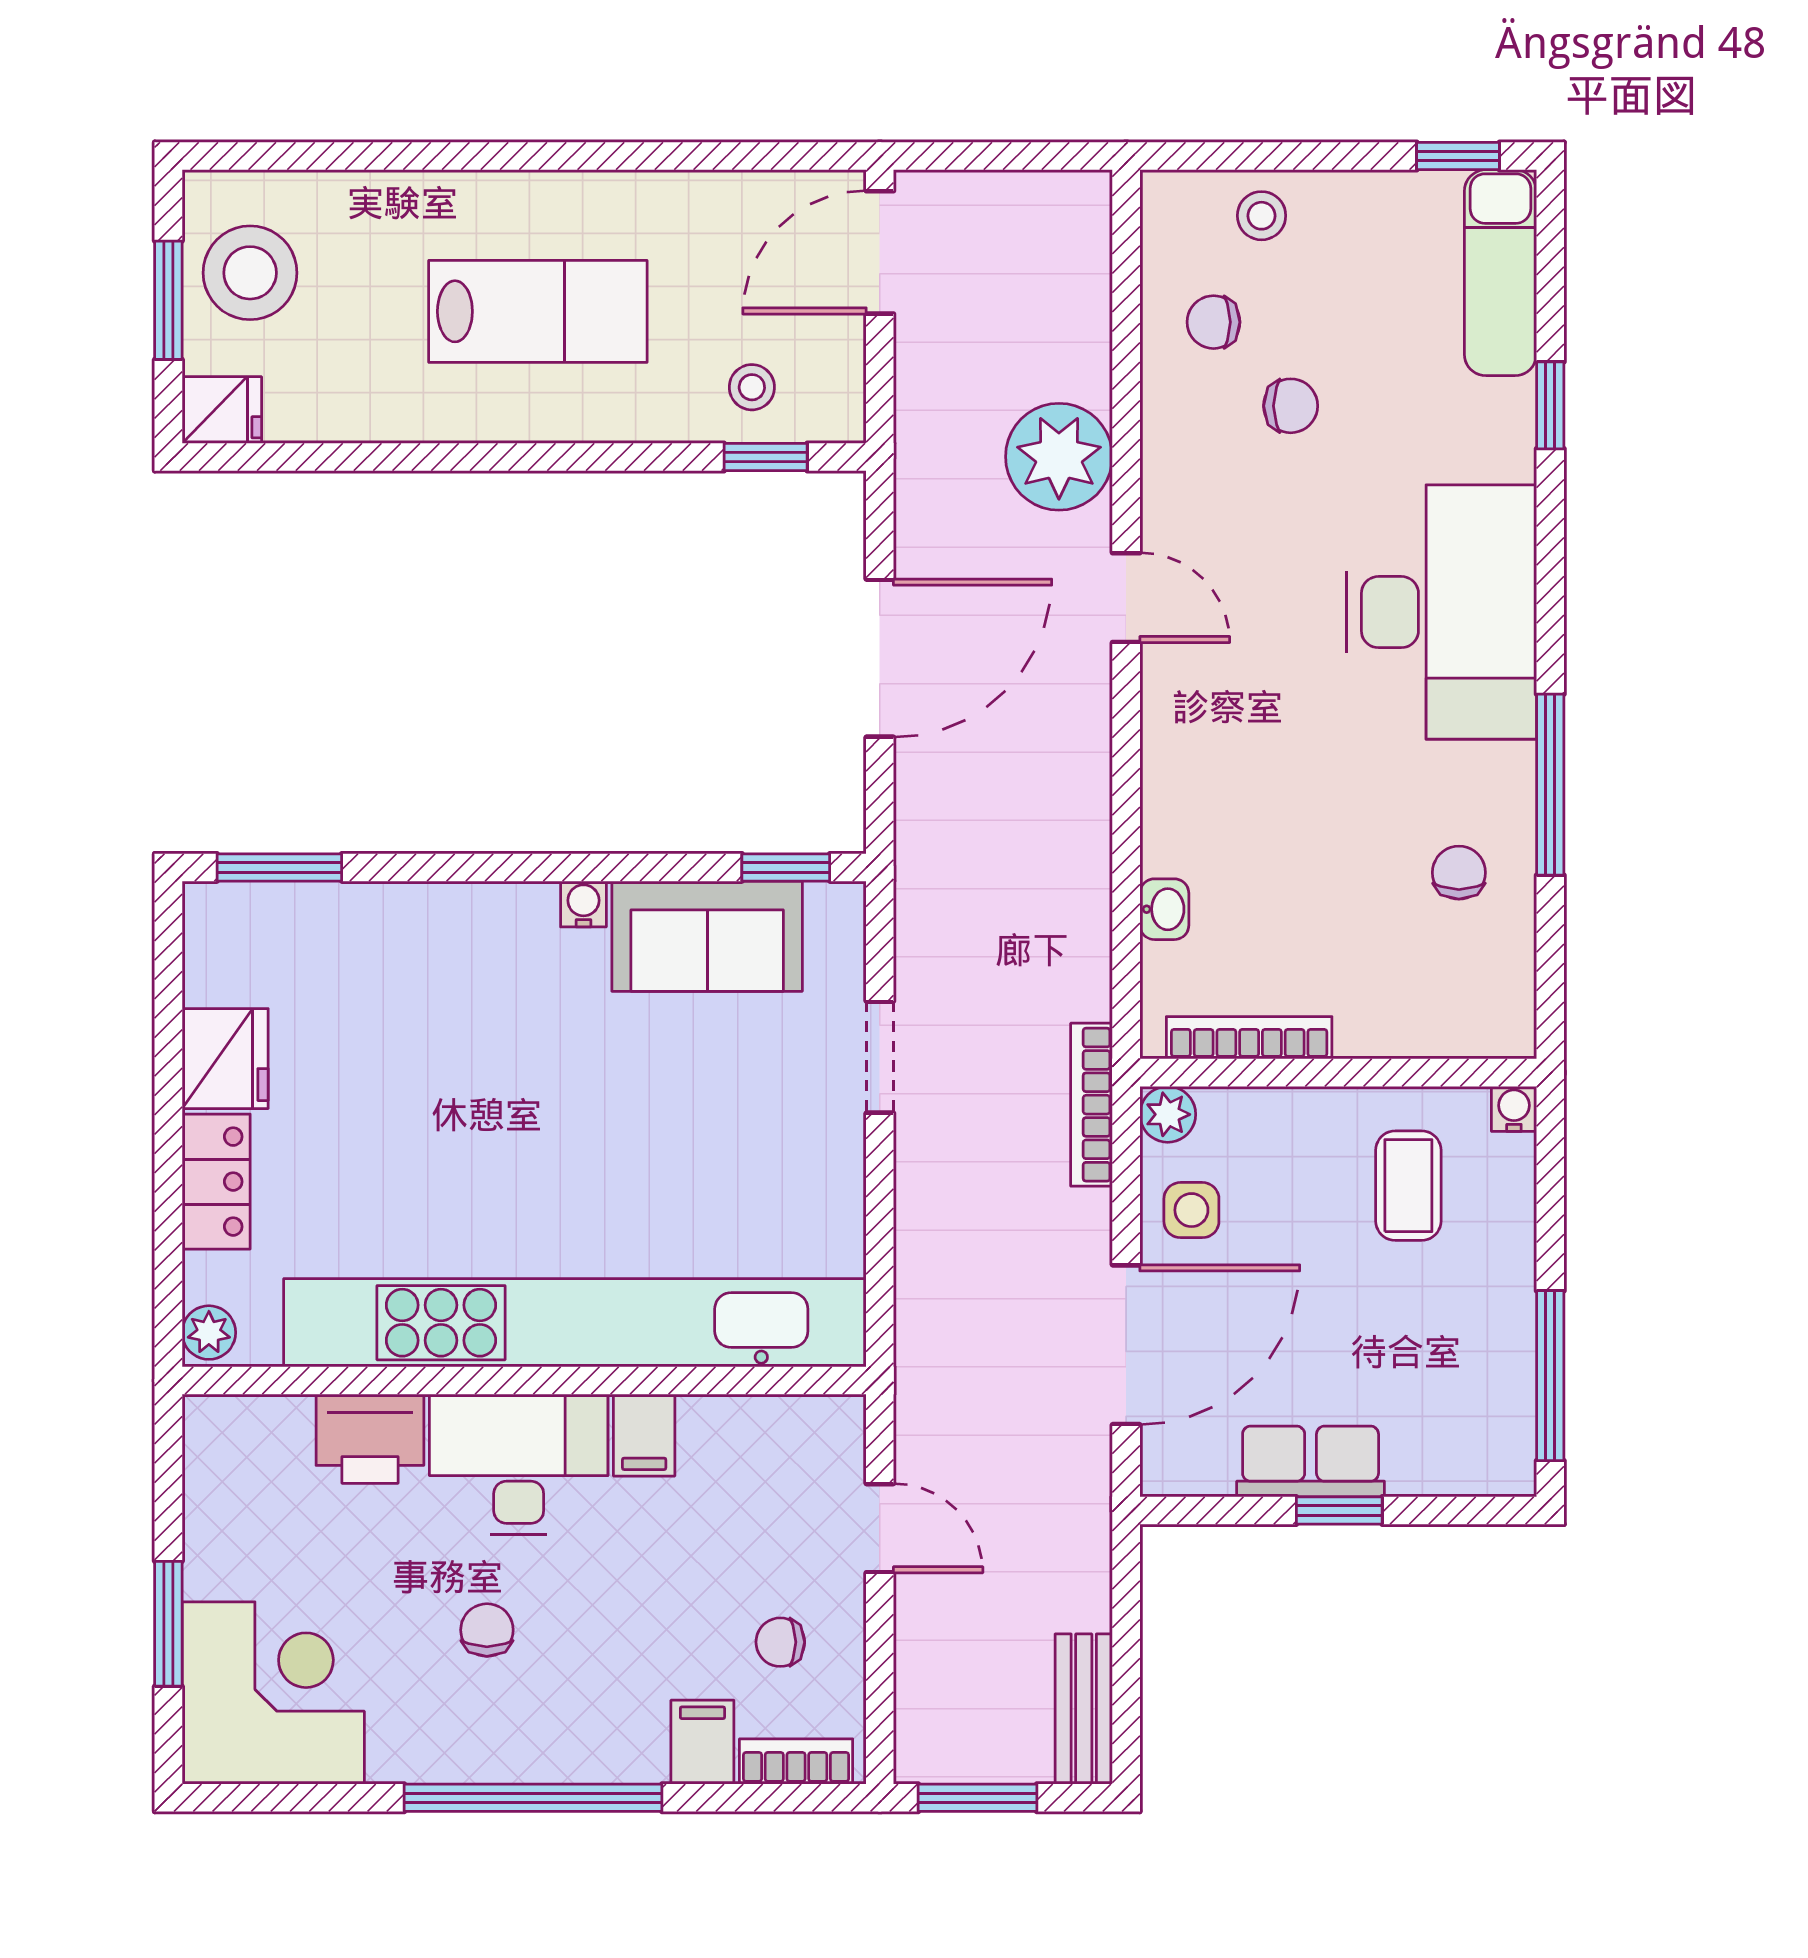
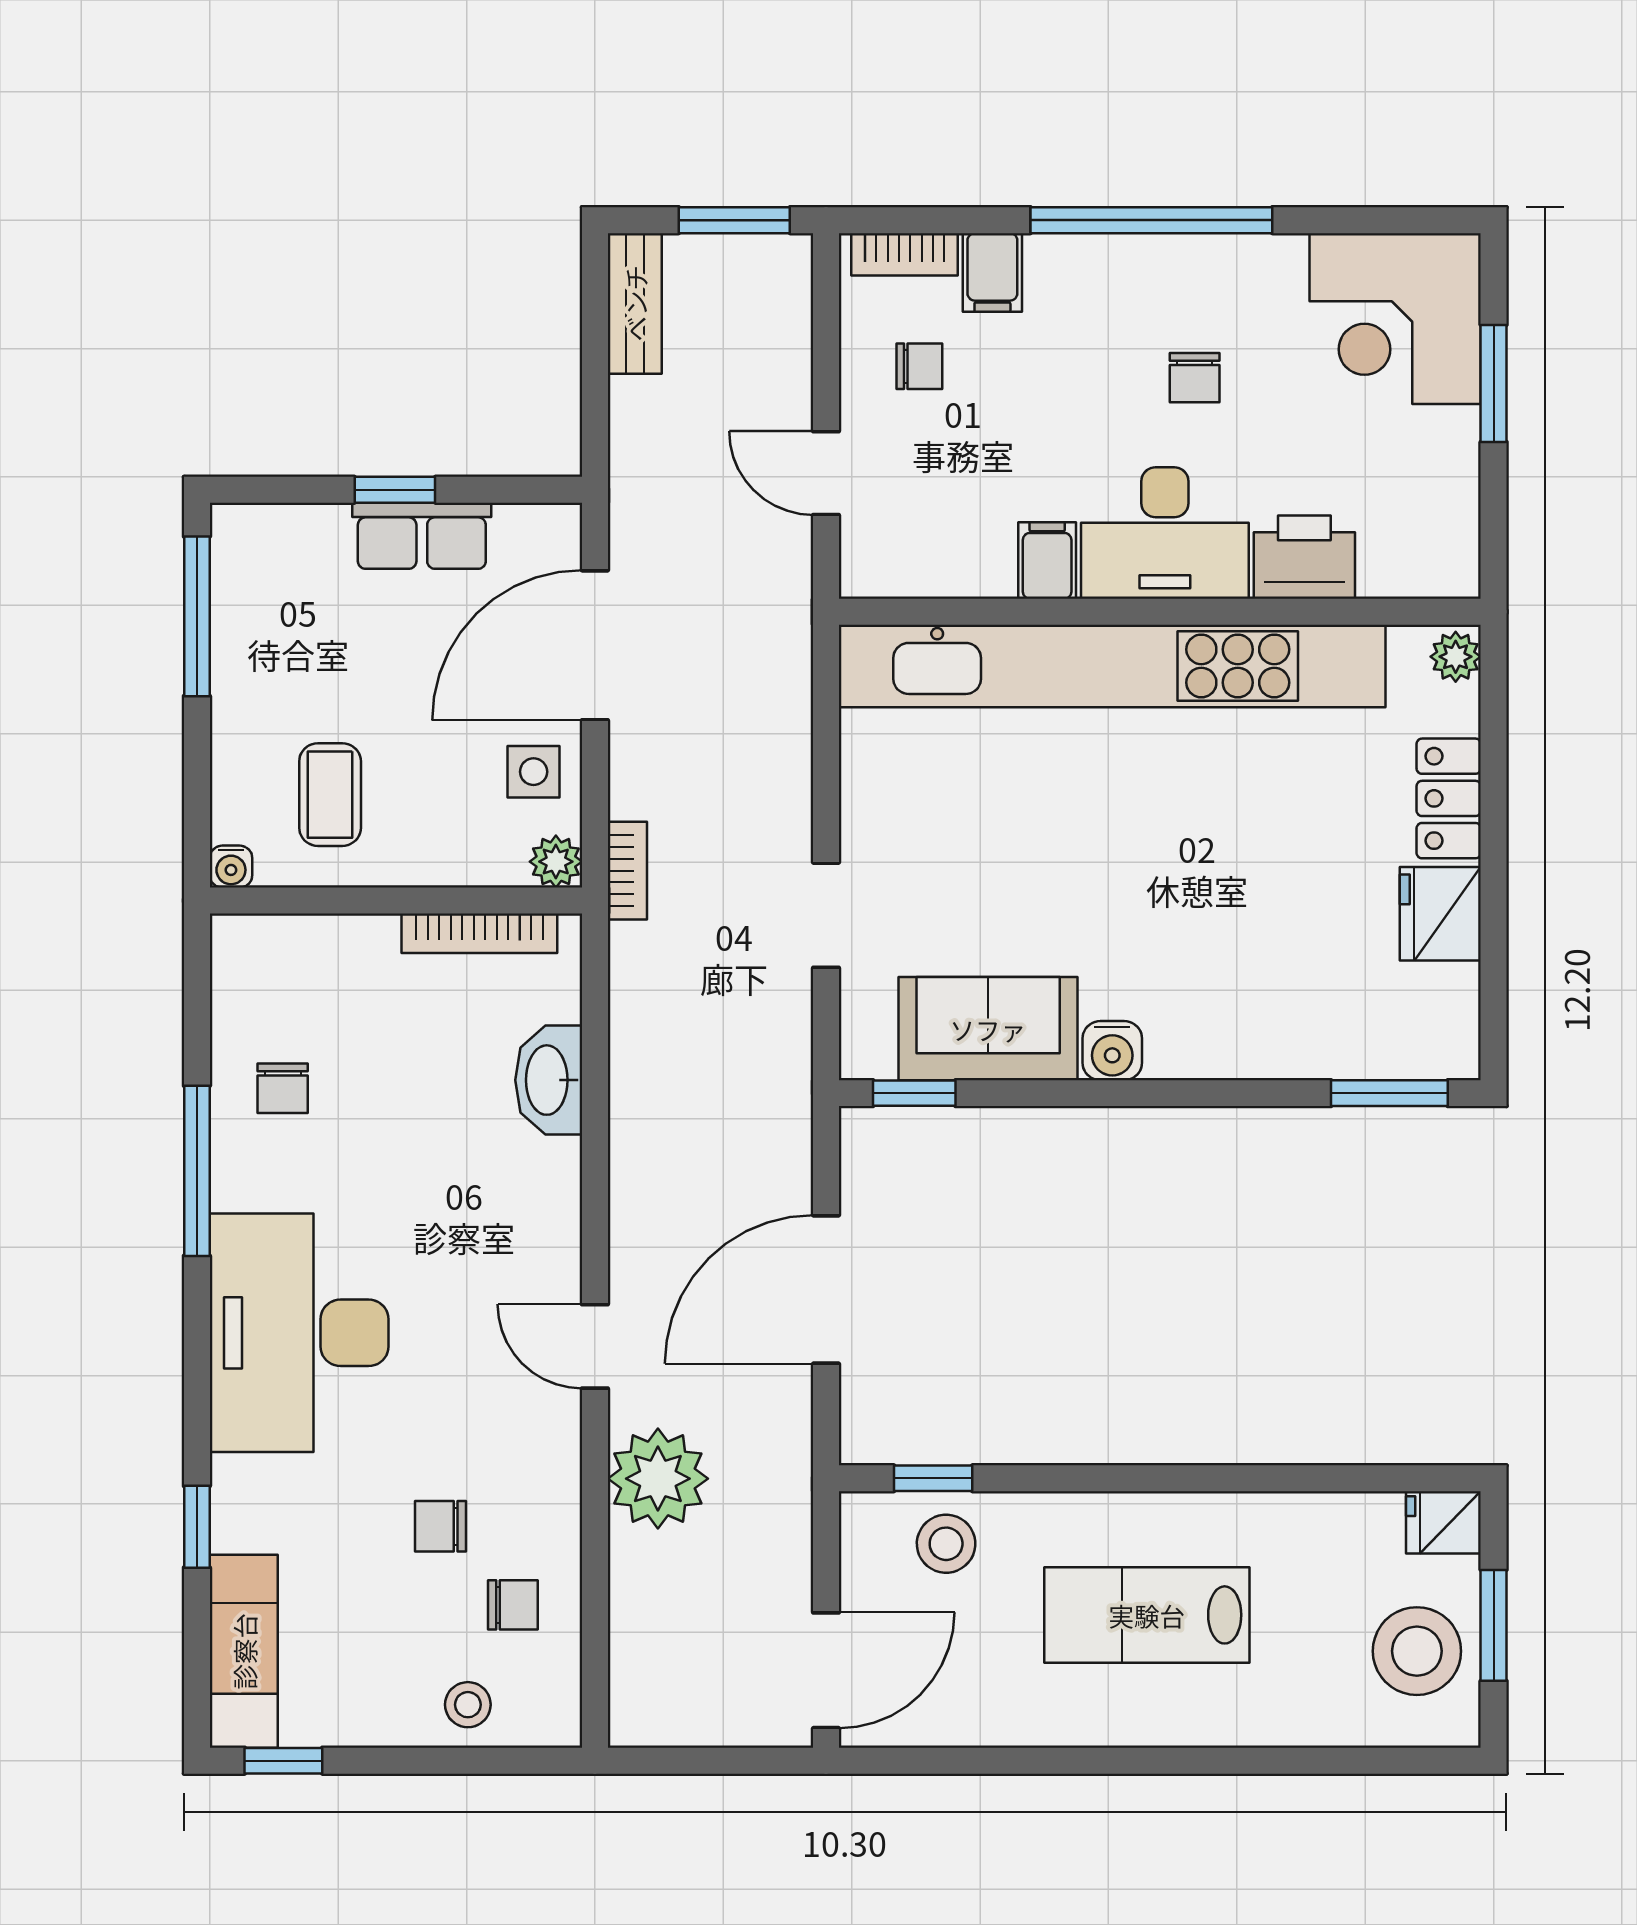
stool: (752, 387) -> (946, 1544), width x1.37, depth x1.37
water cooler: (583, 904) -> (1112, 1051), width x1.38, depth x1.38
washbasin: (1164, 909) -> (549, 1080), width x1.91, depth x1.45
bookcase: (1092, 1105) -> (627, 871), width x0.64

